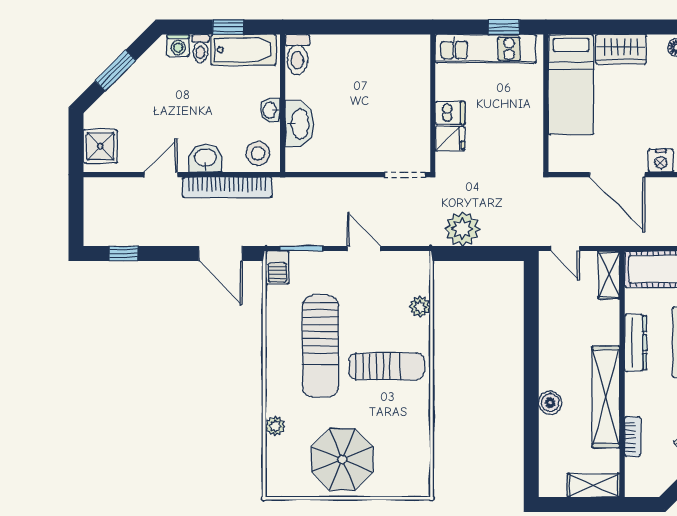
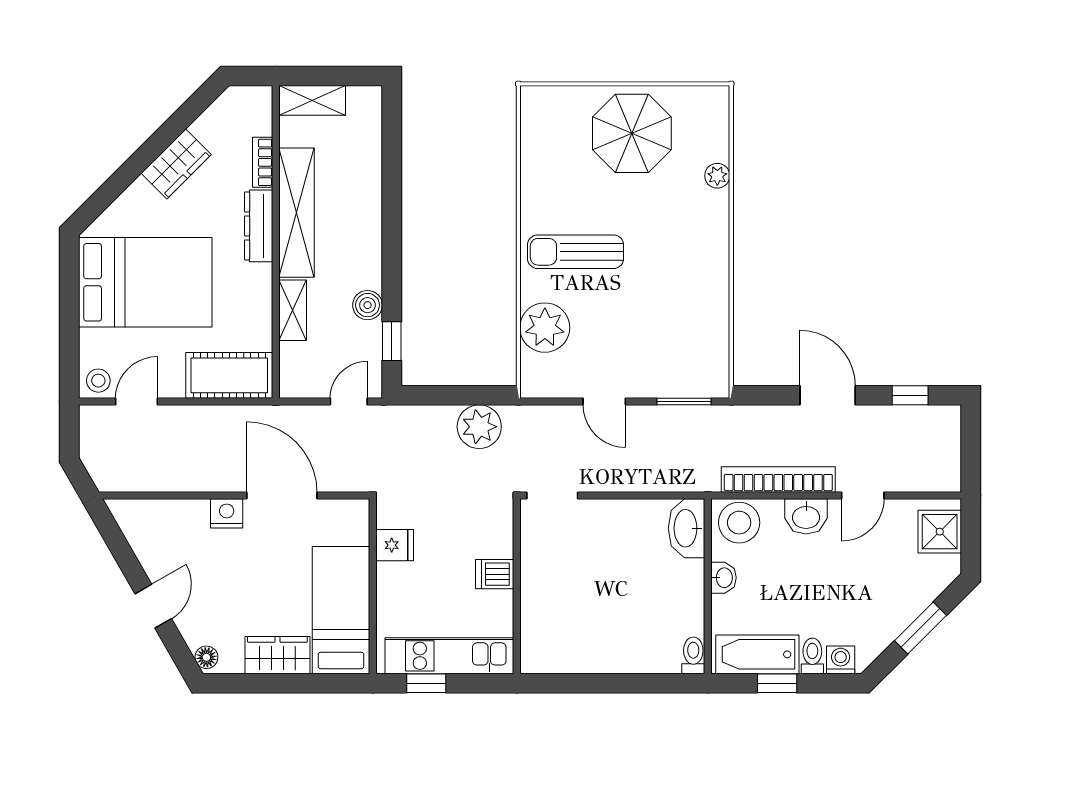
toilet: (297, 55) -> (693, 655), width x0.73, depth x0.72
washbasin: (299, 124) -> (687, 528), moved
fridge: (450, 139) -> (395, 545), moved, turned 180
stool: (258, 153) -> (739, 523), width x1.38, depth x1.38
door: (565, 248) -> (349, 402), hinge flipped
door: (221, 253) -> (828, 395), moved
barbecue: (277, 268) -> (715, 377), removed
shelving: (609, 275) -> (293, 310), moved
window: (531, 296) -> (392, 341), added
plant: (420, 307) -> (545, 328), width x1.88, depth x1.88
dresser: (636, 343) -> (259, 226), moved
sun lounger: (320, 346) -> (660, 277), removed
boiler: (550, 403) -> (368, 305), moved

